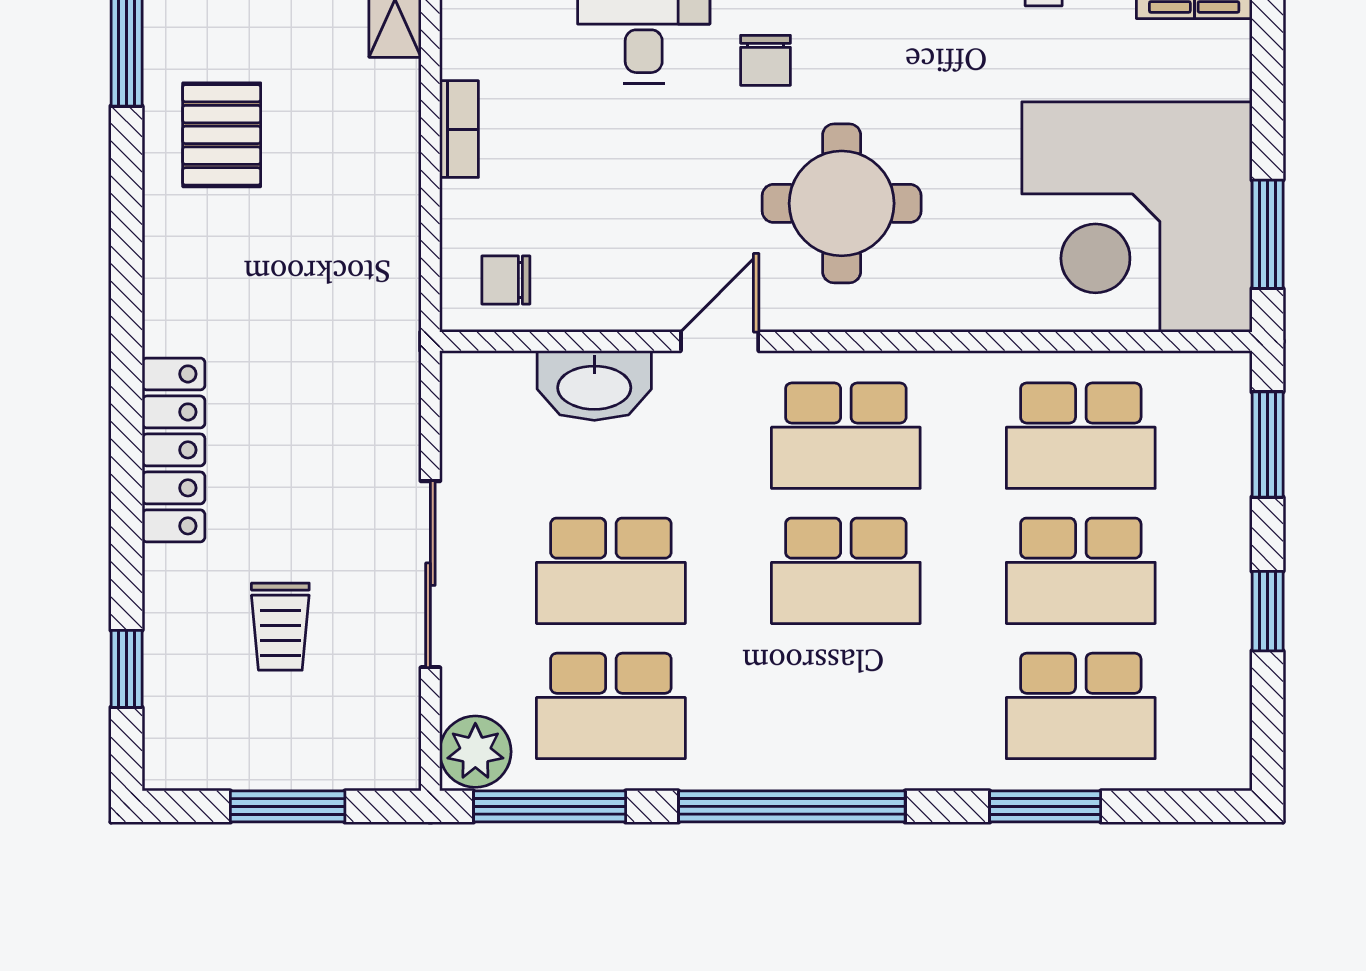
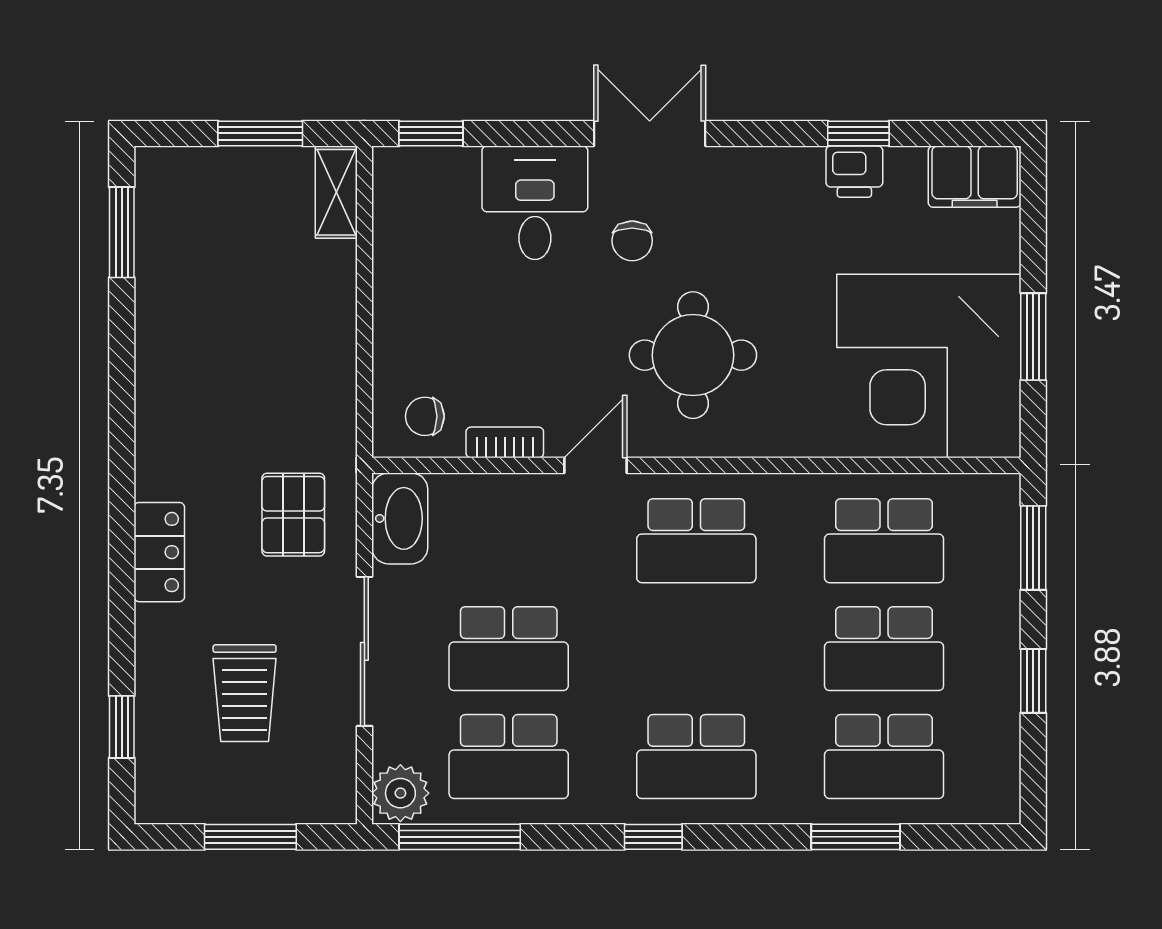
bookcase: (459, 129) -> (505, 442), moved, turned -90
pallet: (222, 135) -> (293, 515), moved
window: (1268, 234) -> (1033, 337), moved
washbasin: (594, 386) -> (400, 518), moved, turned -90
locker: (173, 450) -> (159, 552), width x0.66
school desk: (846, 571) -> (696, 757), moved
trolley: (280, 627) -> (245, 693), width x1.36, depth x1.39
window: (792, 806) -> (653, 837), width x0.32

